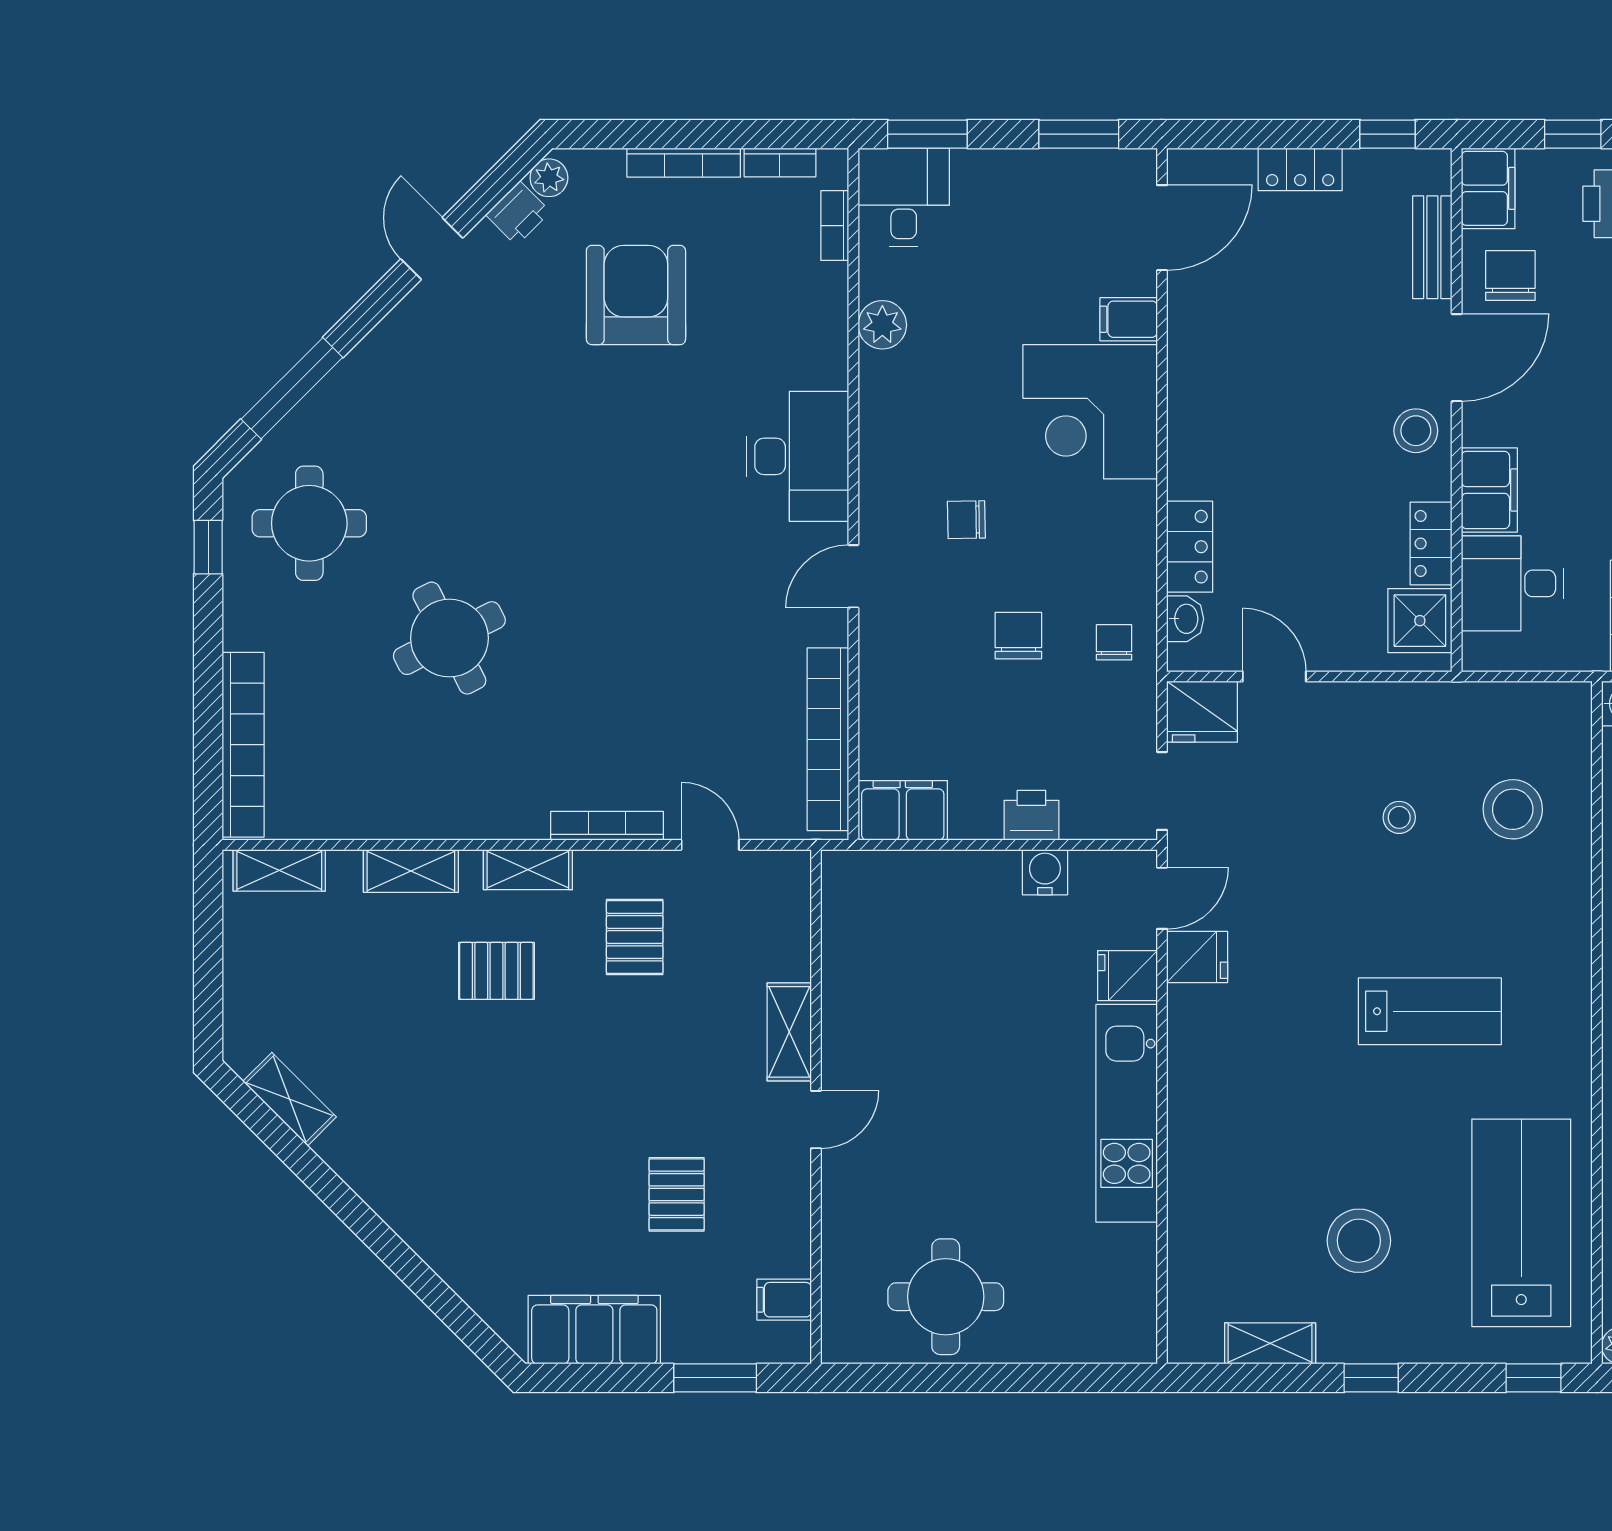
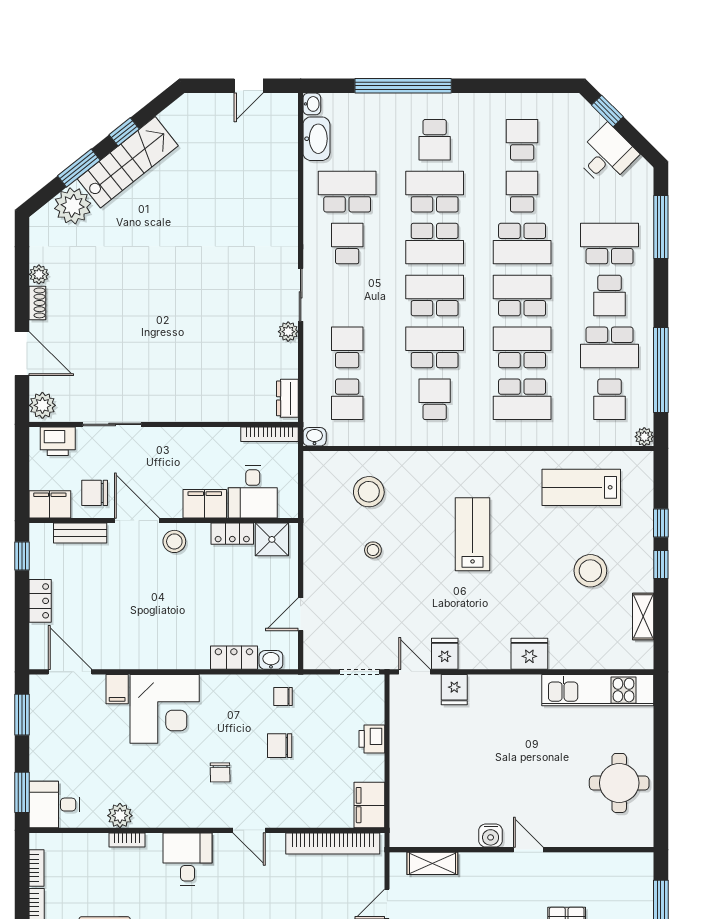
window: (1573, 134) -> (22, 461), removed
bookcase: (835, 226) -> (127, 840), moved
desk: (798, 456) -> (188, 859), width x0.73
fridge: (1202, 712) -> (529, 654), moved, turned -90
water cooler: (1045, 872) -> (491, 836), moved, turned -90
shelving: (789, 1032) -> (432, 863), moved
kitchen unit: (1127, 1113) -> (598, 690), moved
lab bench: (1521, 1223) -> (581, 487), width x0.73, depth x0.72
filing cabinet: (784, 1300) -> (621, 866), removed
window: (1533, 1378) -> (661, 523), moved

